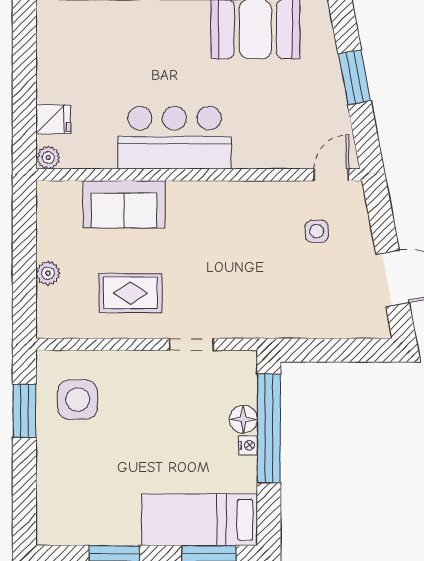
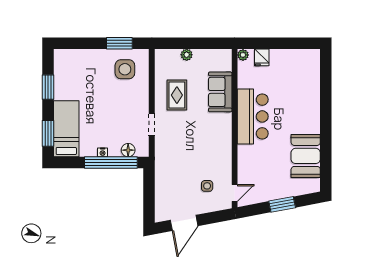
door: (331, 175) -> (235, 193), hinge flipped
floor lamp: (243, 419) -> (128, 150), moved

